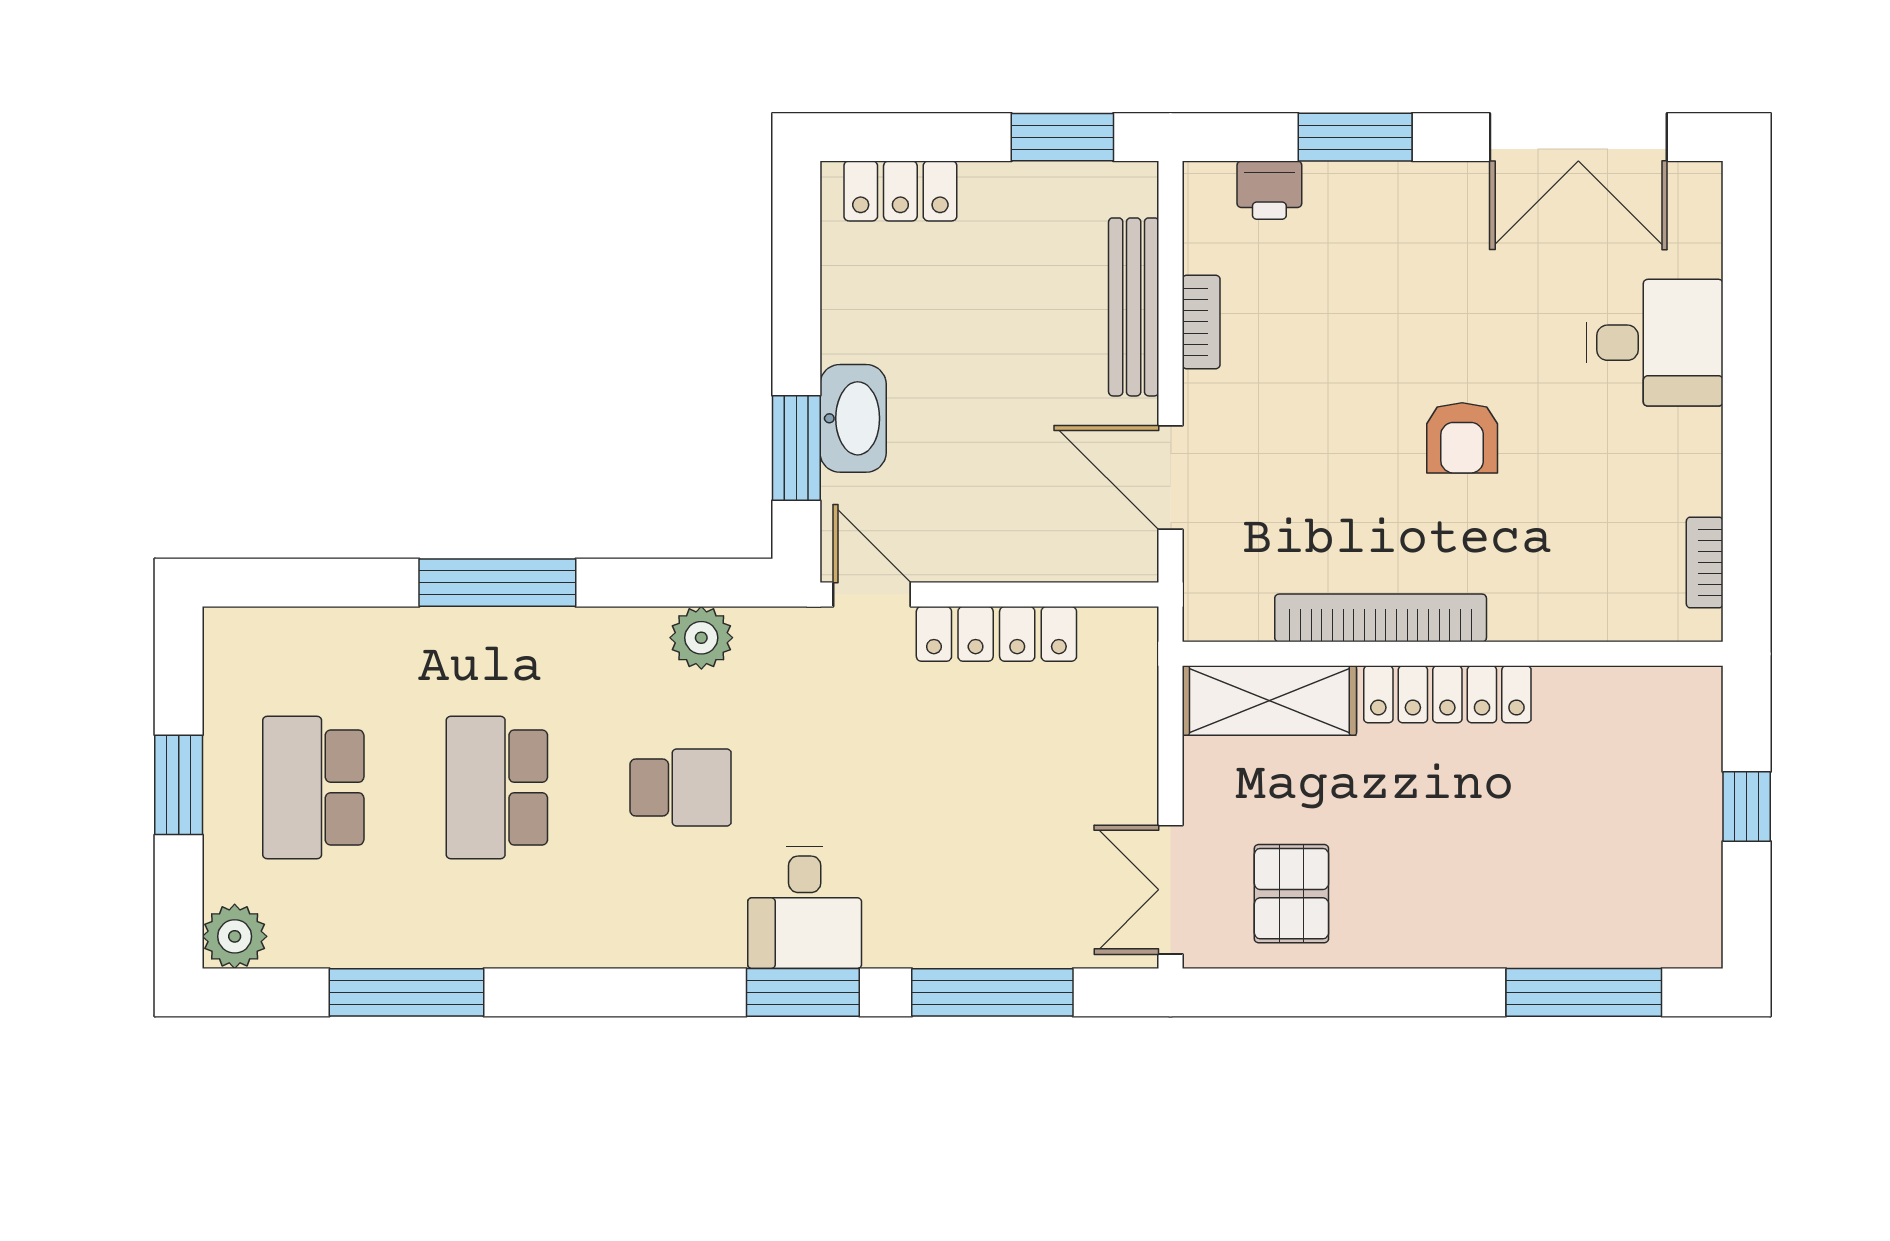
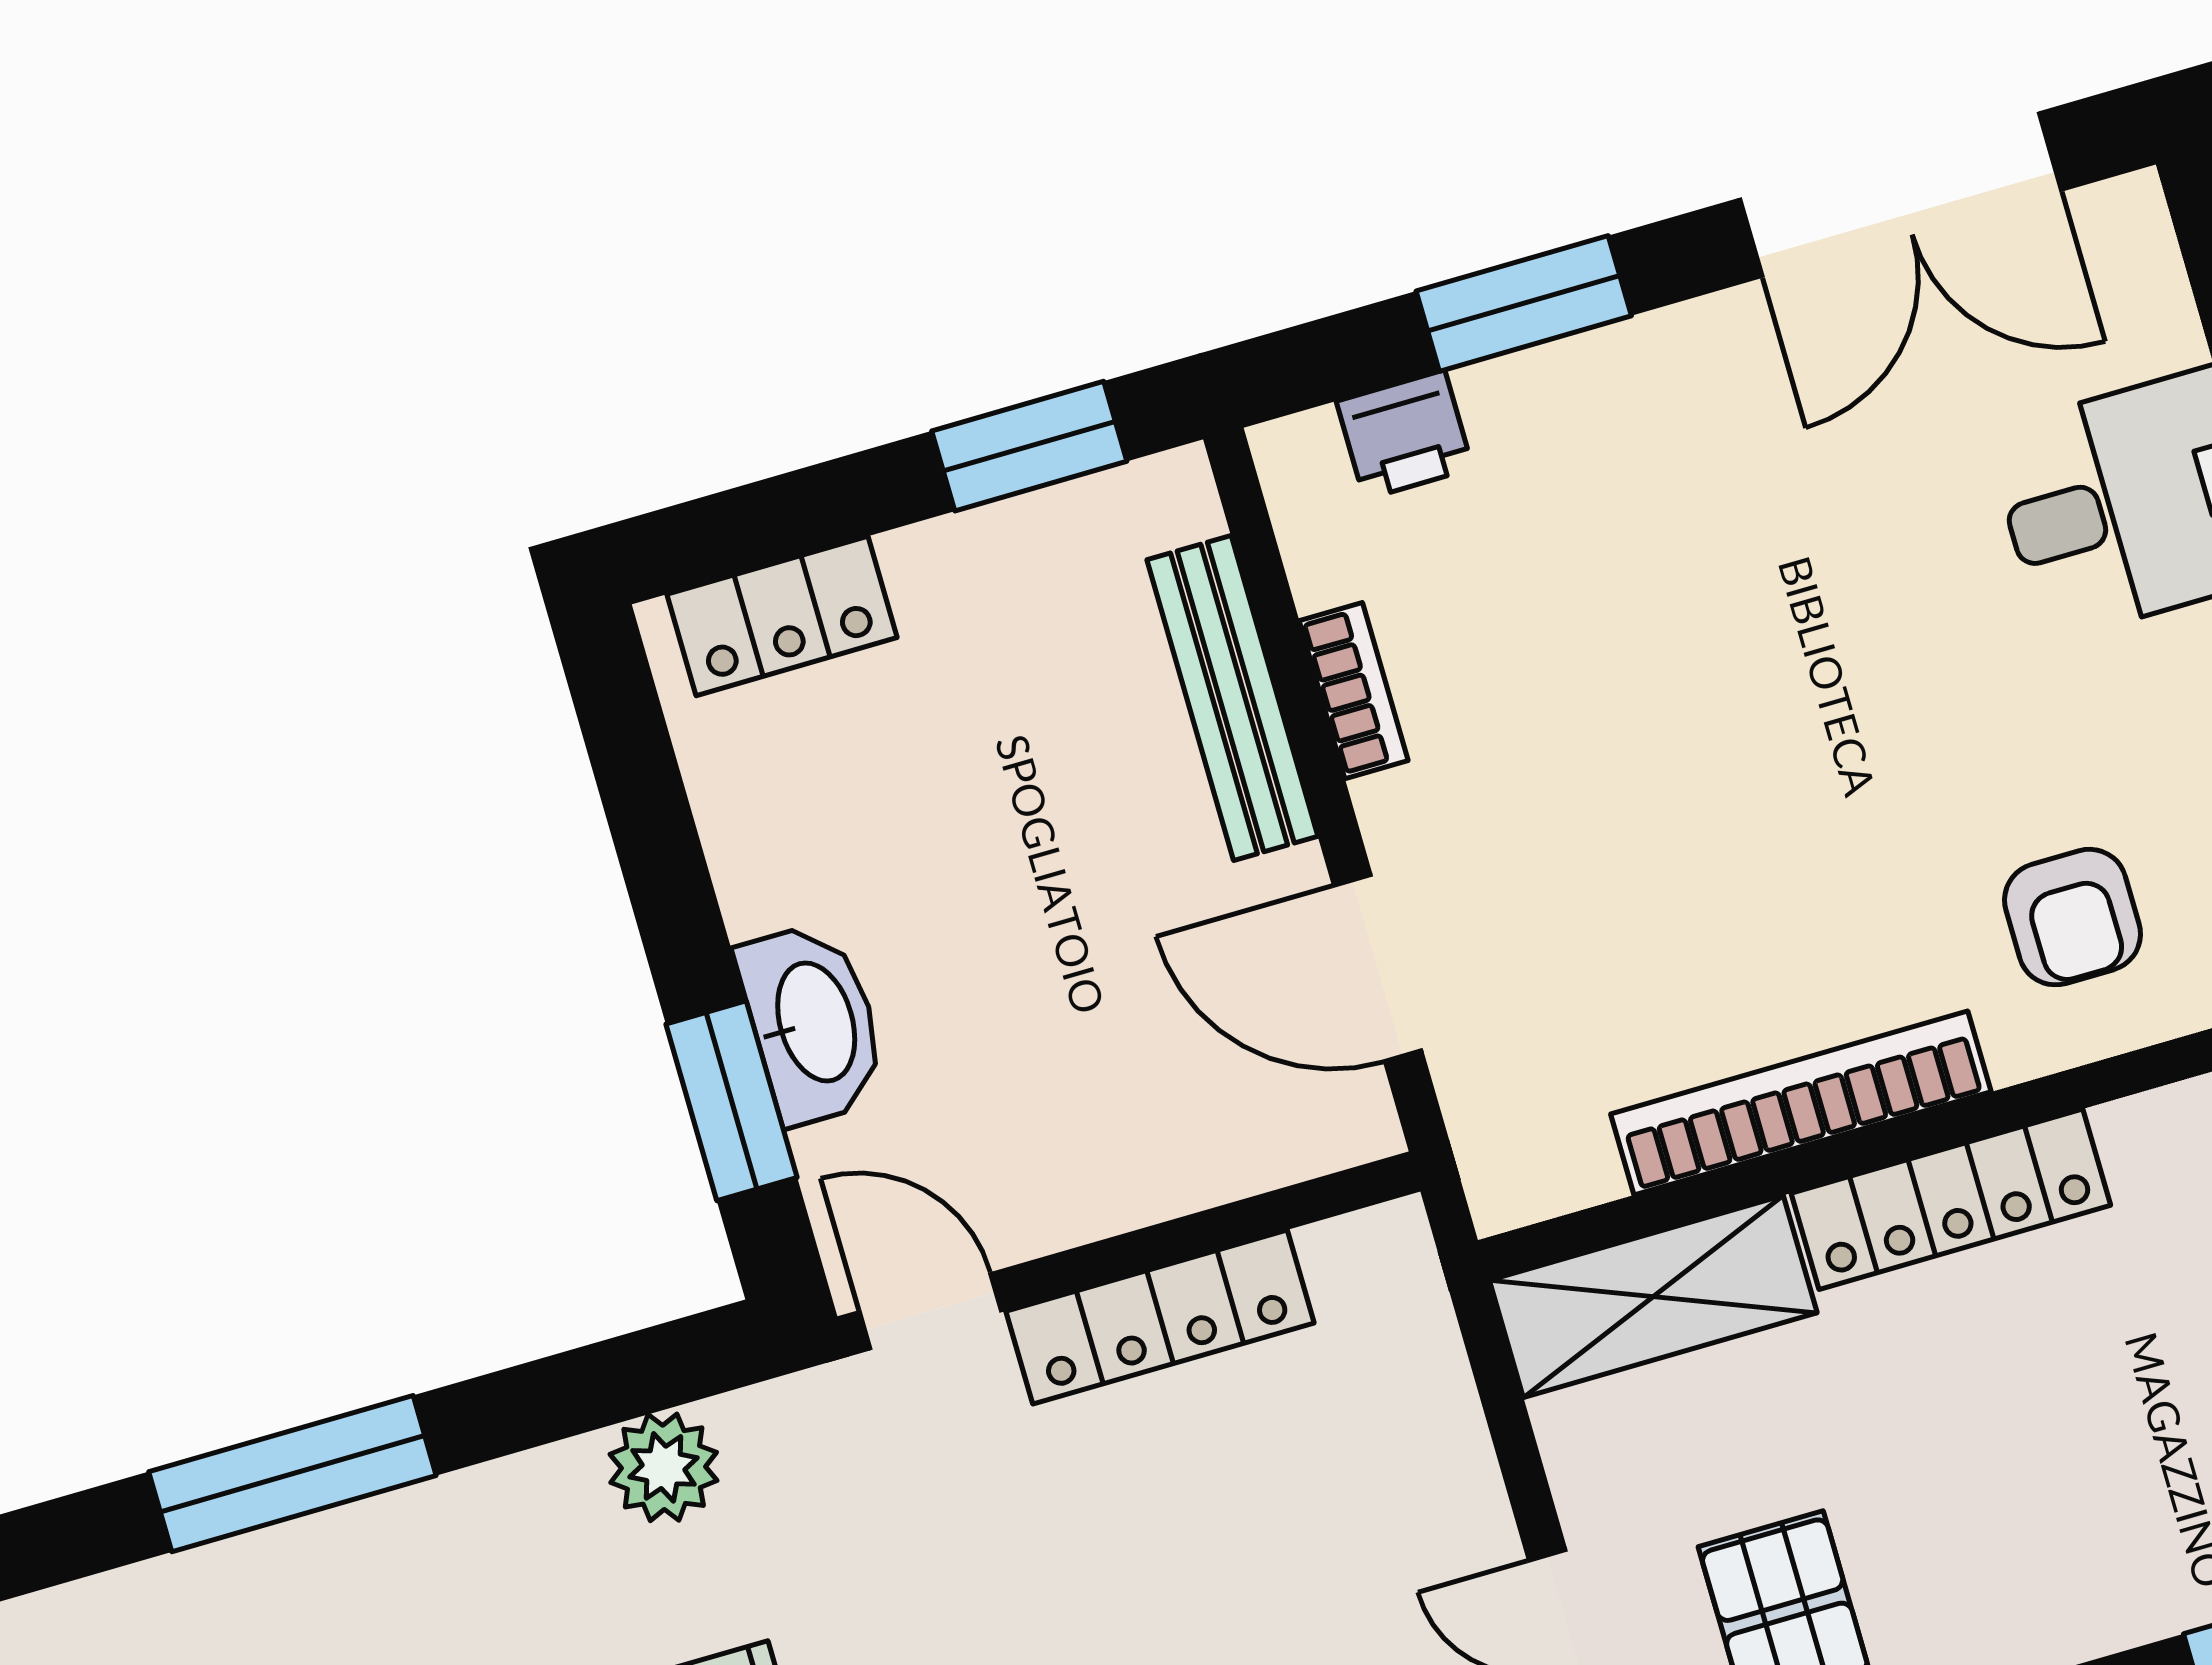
armchair: (1462, 438) -> (2073, 917), moved

